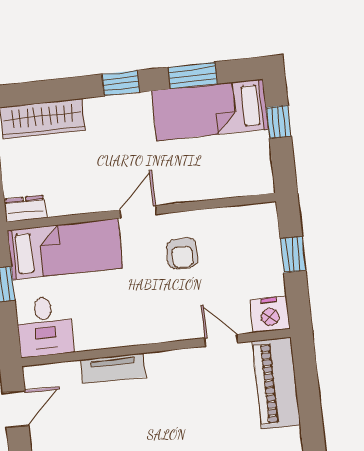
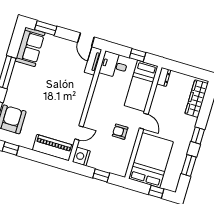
bed: (210, 110) -> (151, 160), moved, width x1.50
tv unit: (113, 368) -> (93, 61), moved

